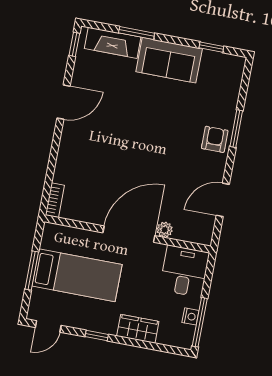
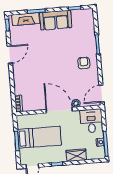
armchair: (215, 139) -> (84, 63), moved
door: (223, 200) -> (102, 94), moved
door: (129, 234) -> (59, 110), hinge flipped

